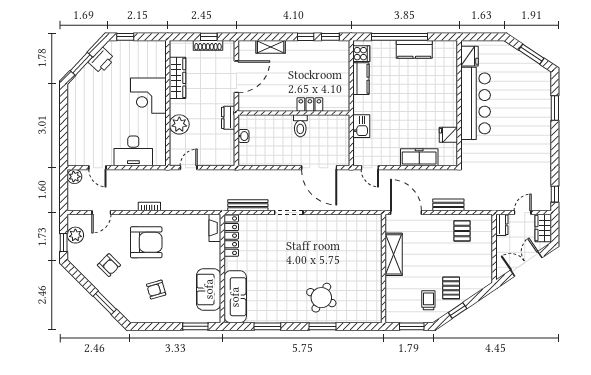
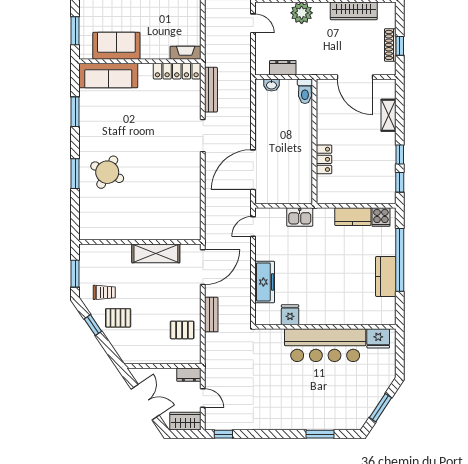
dresser: (228, 118) -> (283, 68), moved
toilet: (300, 126) -> (305, 91), moved, turned -90
washbasin: (244, 136) -> (272, 85), moved

